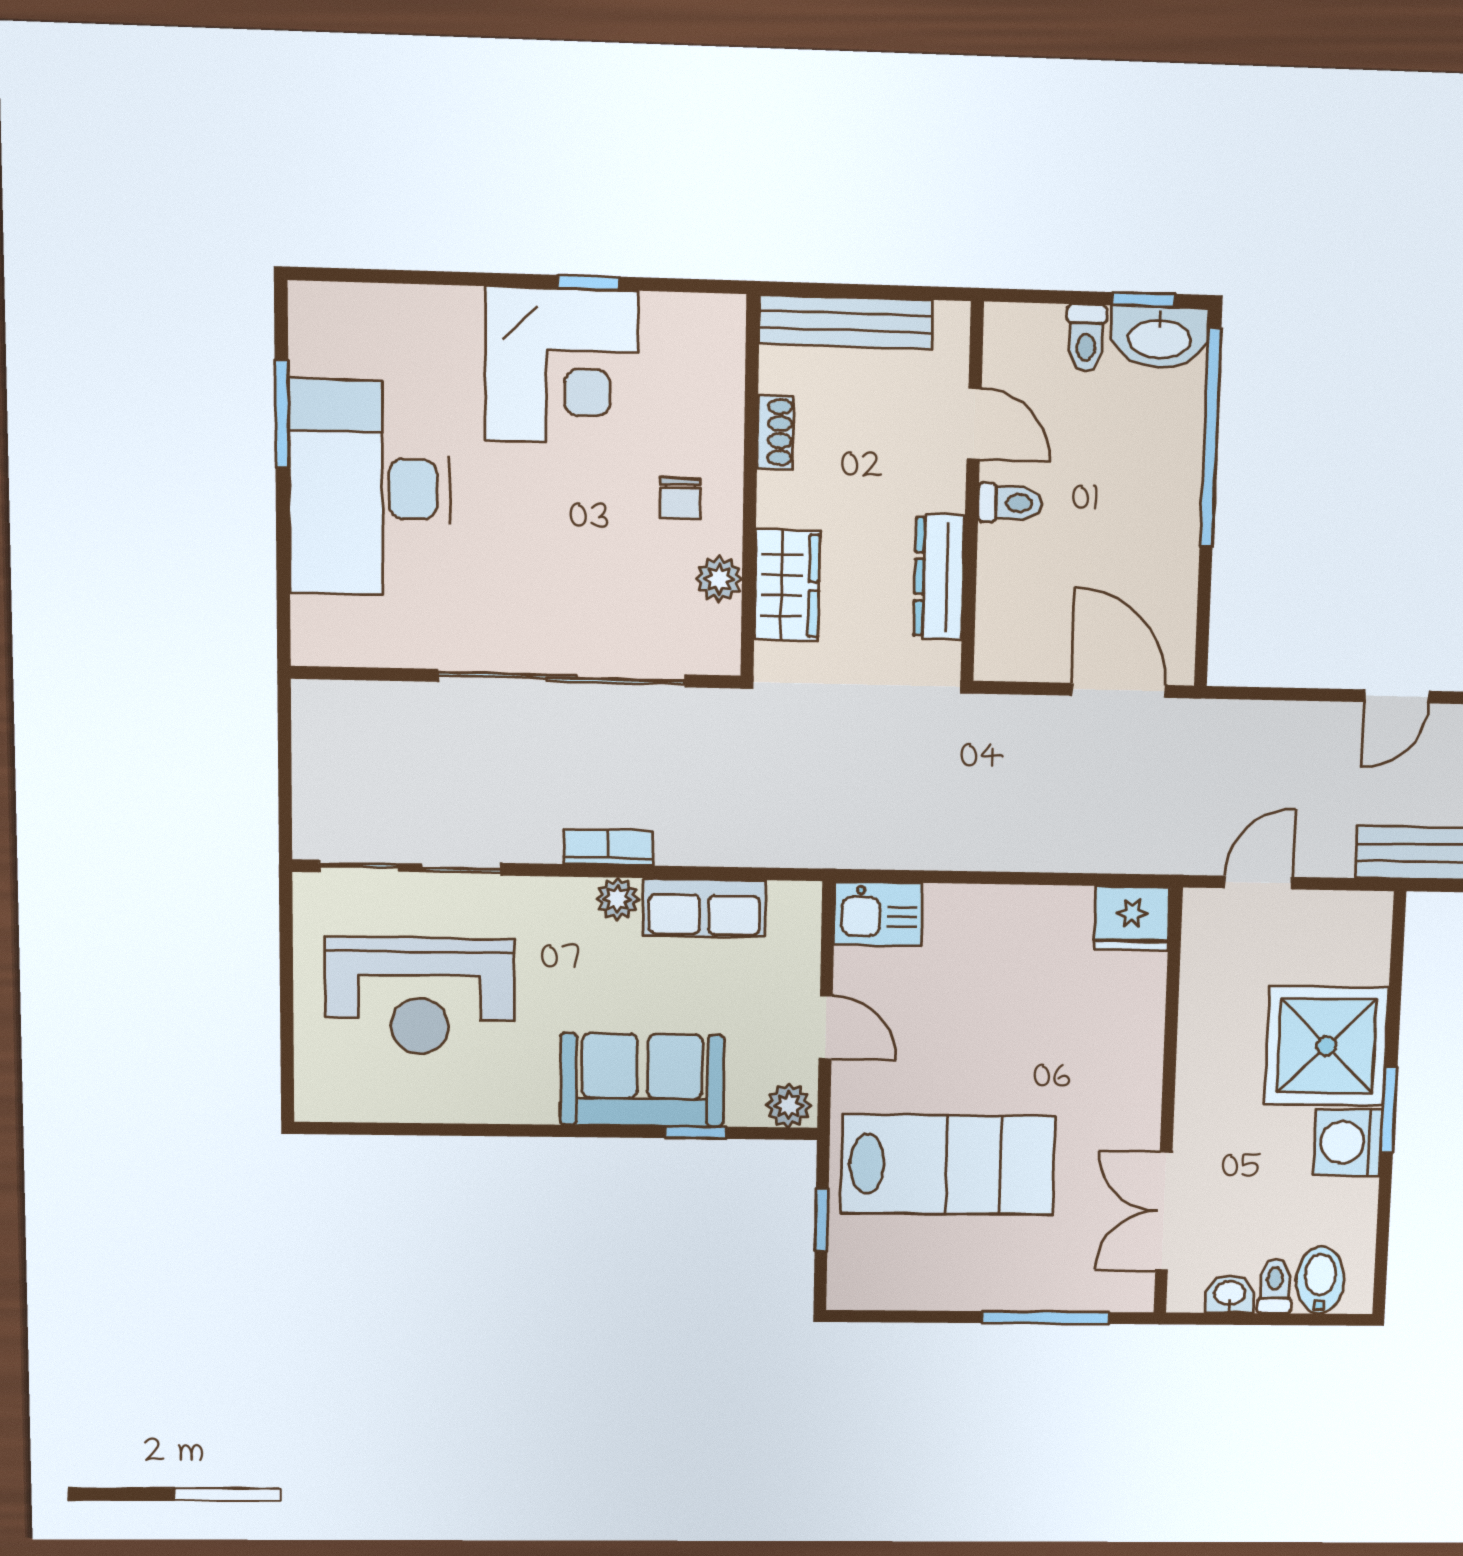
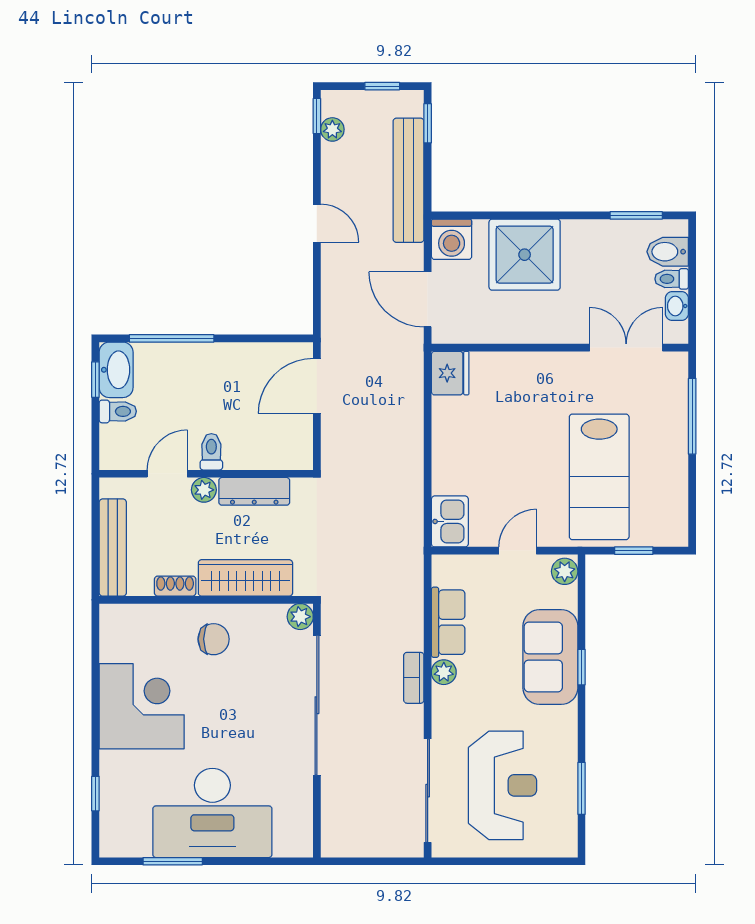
window: (588, 283) -> (95, 794), moved
window: (1210, 438) -> (172, 338), width x0.68
plant: (944, 488) -> (204, 490), added
chair: (680, 498) -> (214, 639), width x1.37, depth x1.37
plant: (719, 579) -> (300, 617), moved
wardrobe: (787, 585) -> (245, 578), width x1.50
door: (1259, 883) -> (428, 299), width x1.37
window: (1389, 1110) -> (636, 215), moved
window: (415, 1129) -> (581, 788), added
window: (696, 1132) -> (581, 667), moved
washing machine: (1348, 1142) -> (452, 239), moved
lab bench: (948, 1165) -> (599, 477), turned 180
double door: (1164, 1211) -> (626, 348), swing flipped

